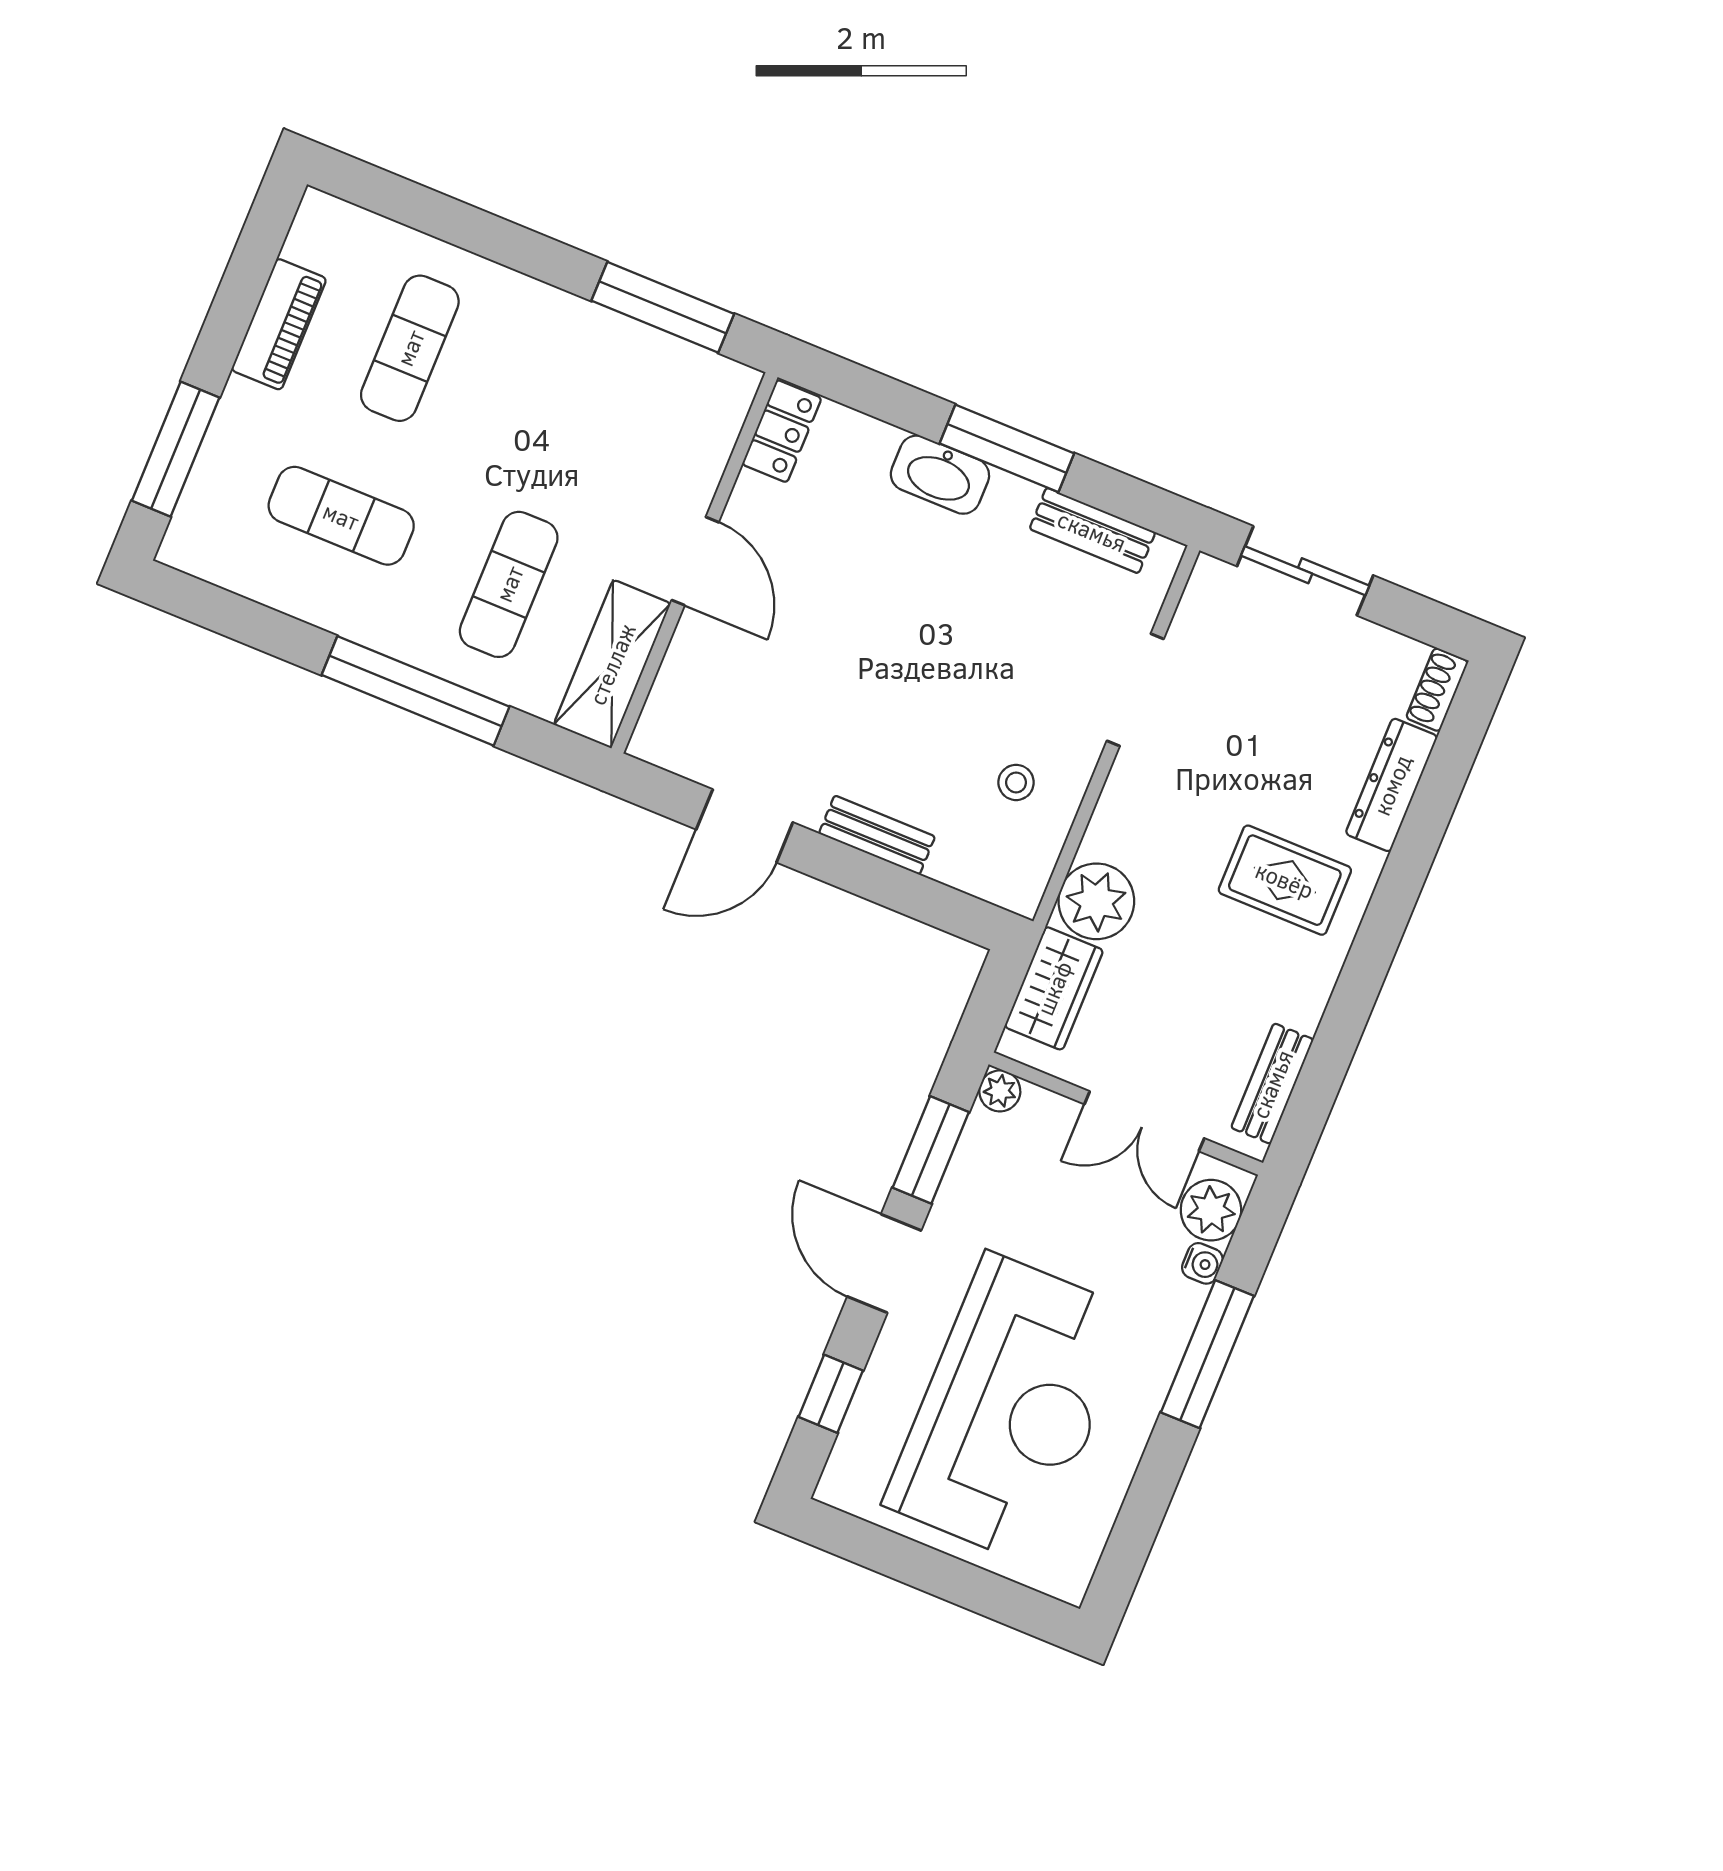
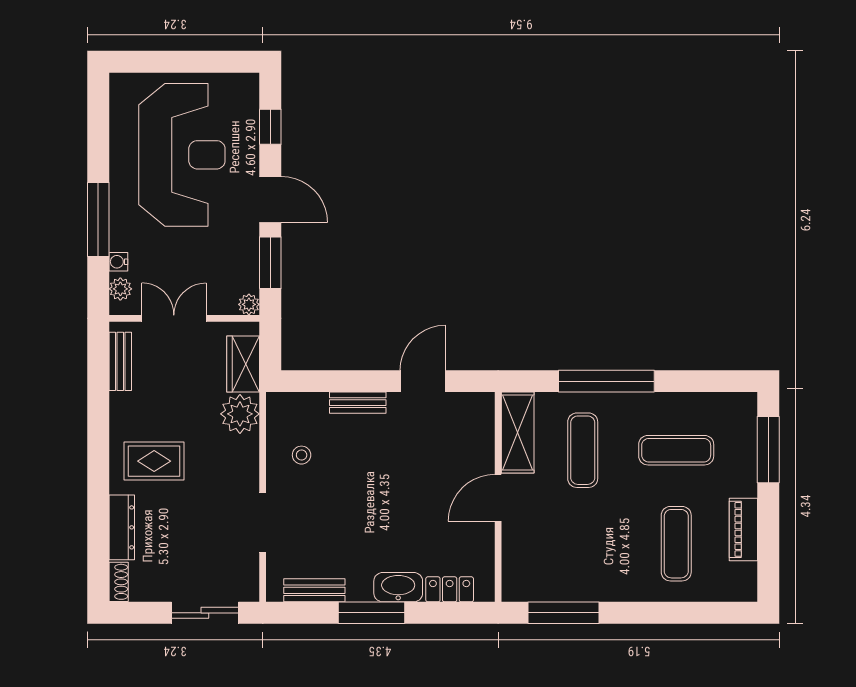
locker: (782, 431) -> (450, 589), moved, turned 90
door: (695, 561) -> (498, 498), hinge flipped
plant: (1211, 1210) -> (120, 289), width x0.73, depth x0.73
reception desk: (1010, 1408) -> (182, 155), turned 180

